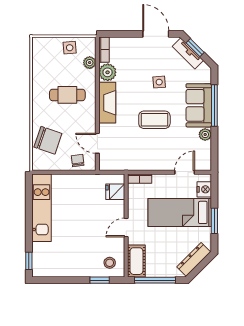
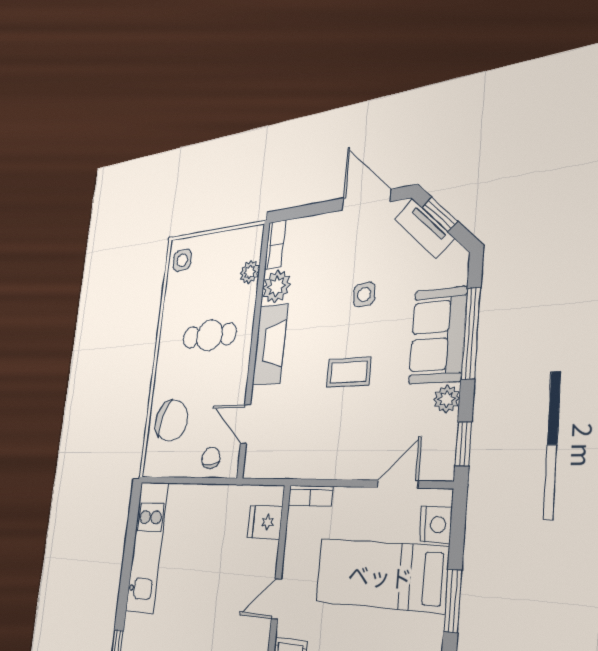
side table: (70, 48) -> (182, 260), moved
coffee table: (154, 120) -> (349, 372), width x0.73, depth x0.77
window: (214, 154) -> (463, 444), added

